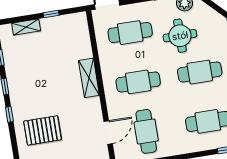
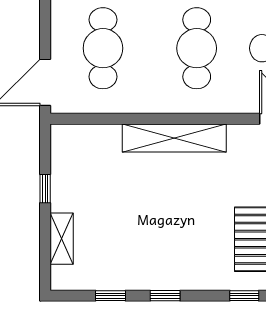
shelving: (89, 78) -> (174, 138), width x1.47
window: (9, 114) -> (244, 296), moved

